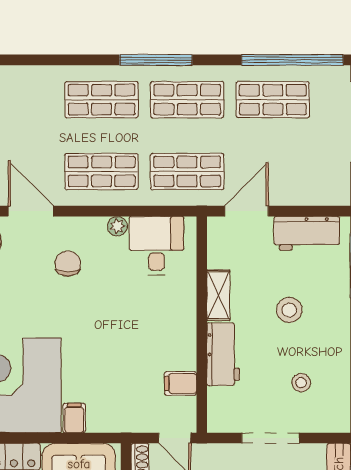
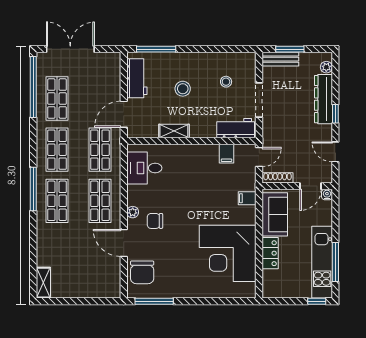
window: (156, 60) -> (33, 189), moved
door: (31, 211) -> (124, 243), hinge flipped
door: (246, 211) -> (124, 114), hinge flipped
plant: (117, 226) -> (133, 212), moved
workbench: (223, 354) -> (236, 128), moved
filing cabinet: (74, 418) -> (247, 198), moved

